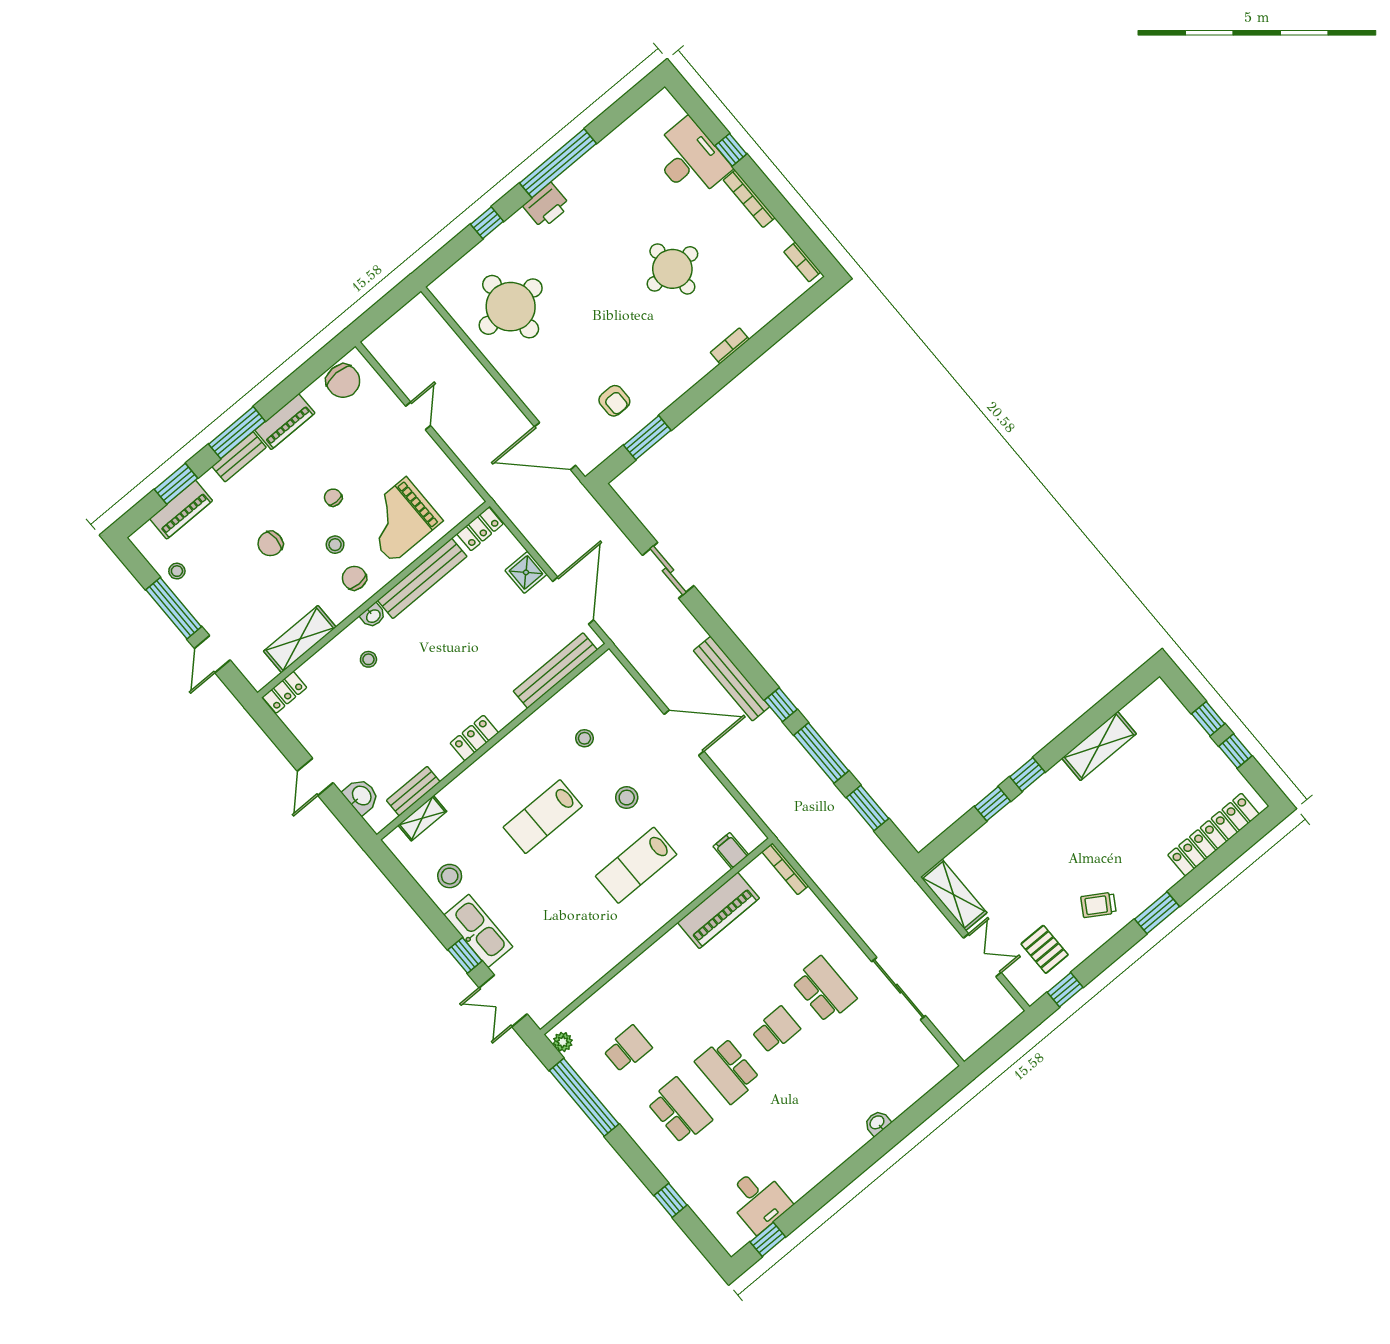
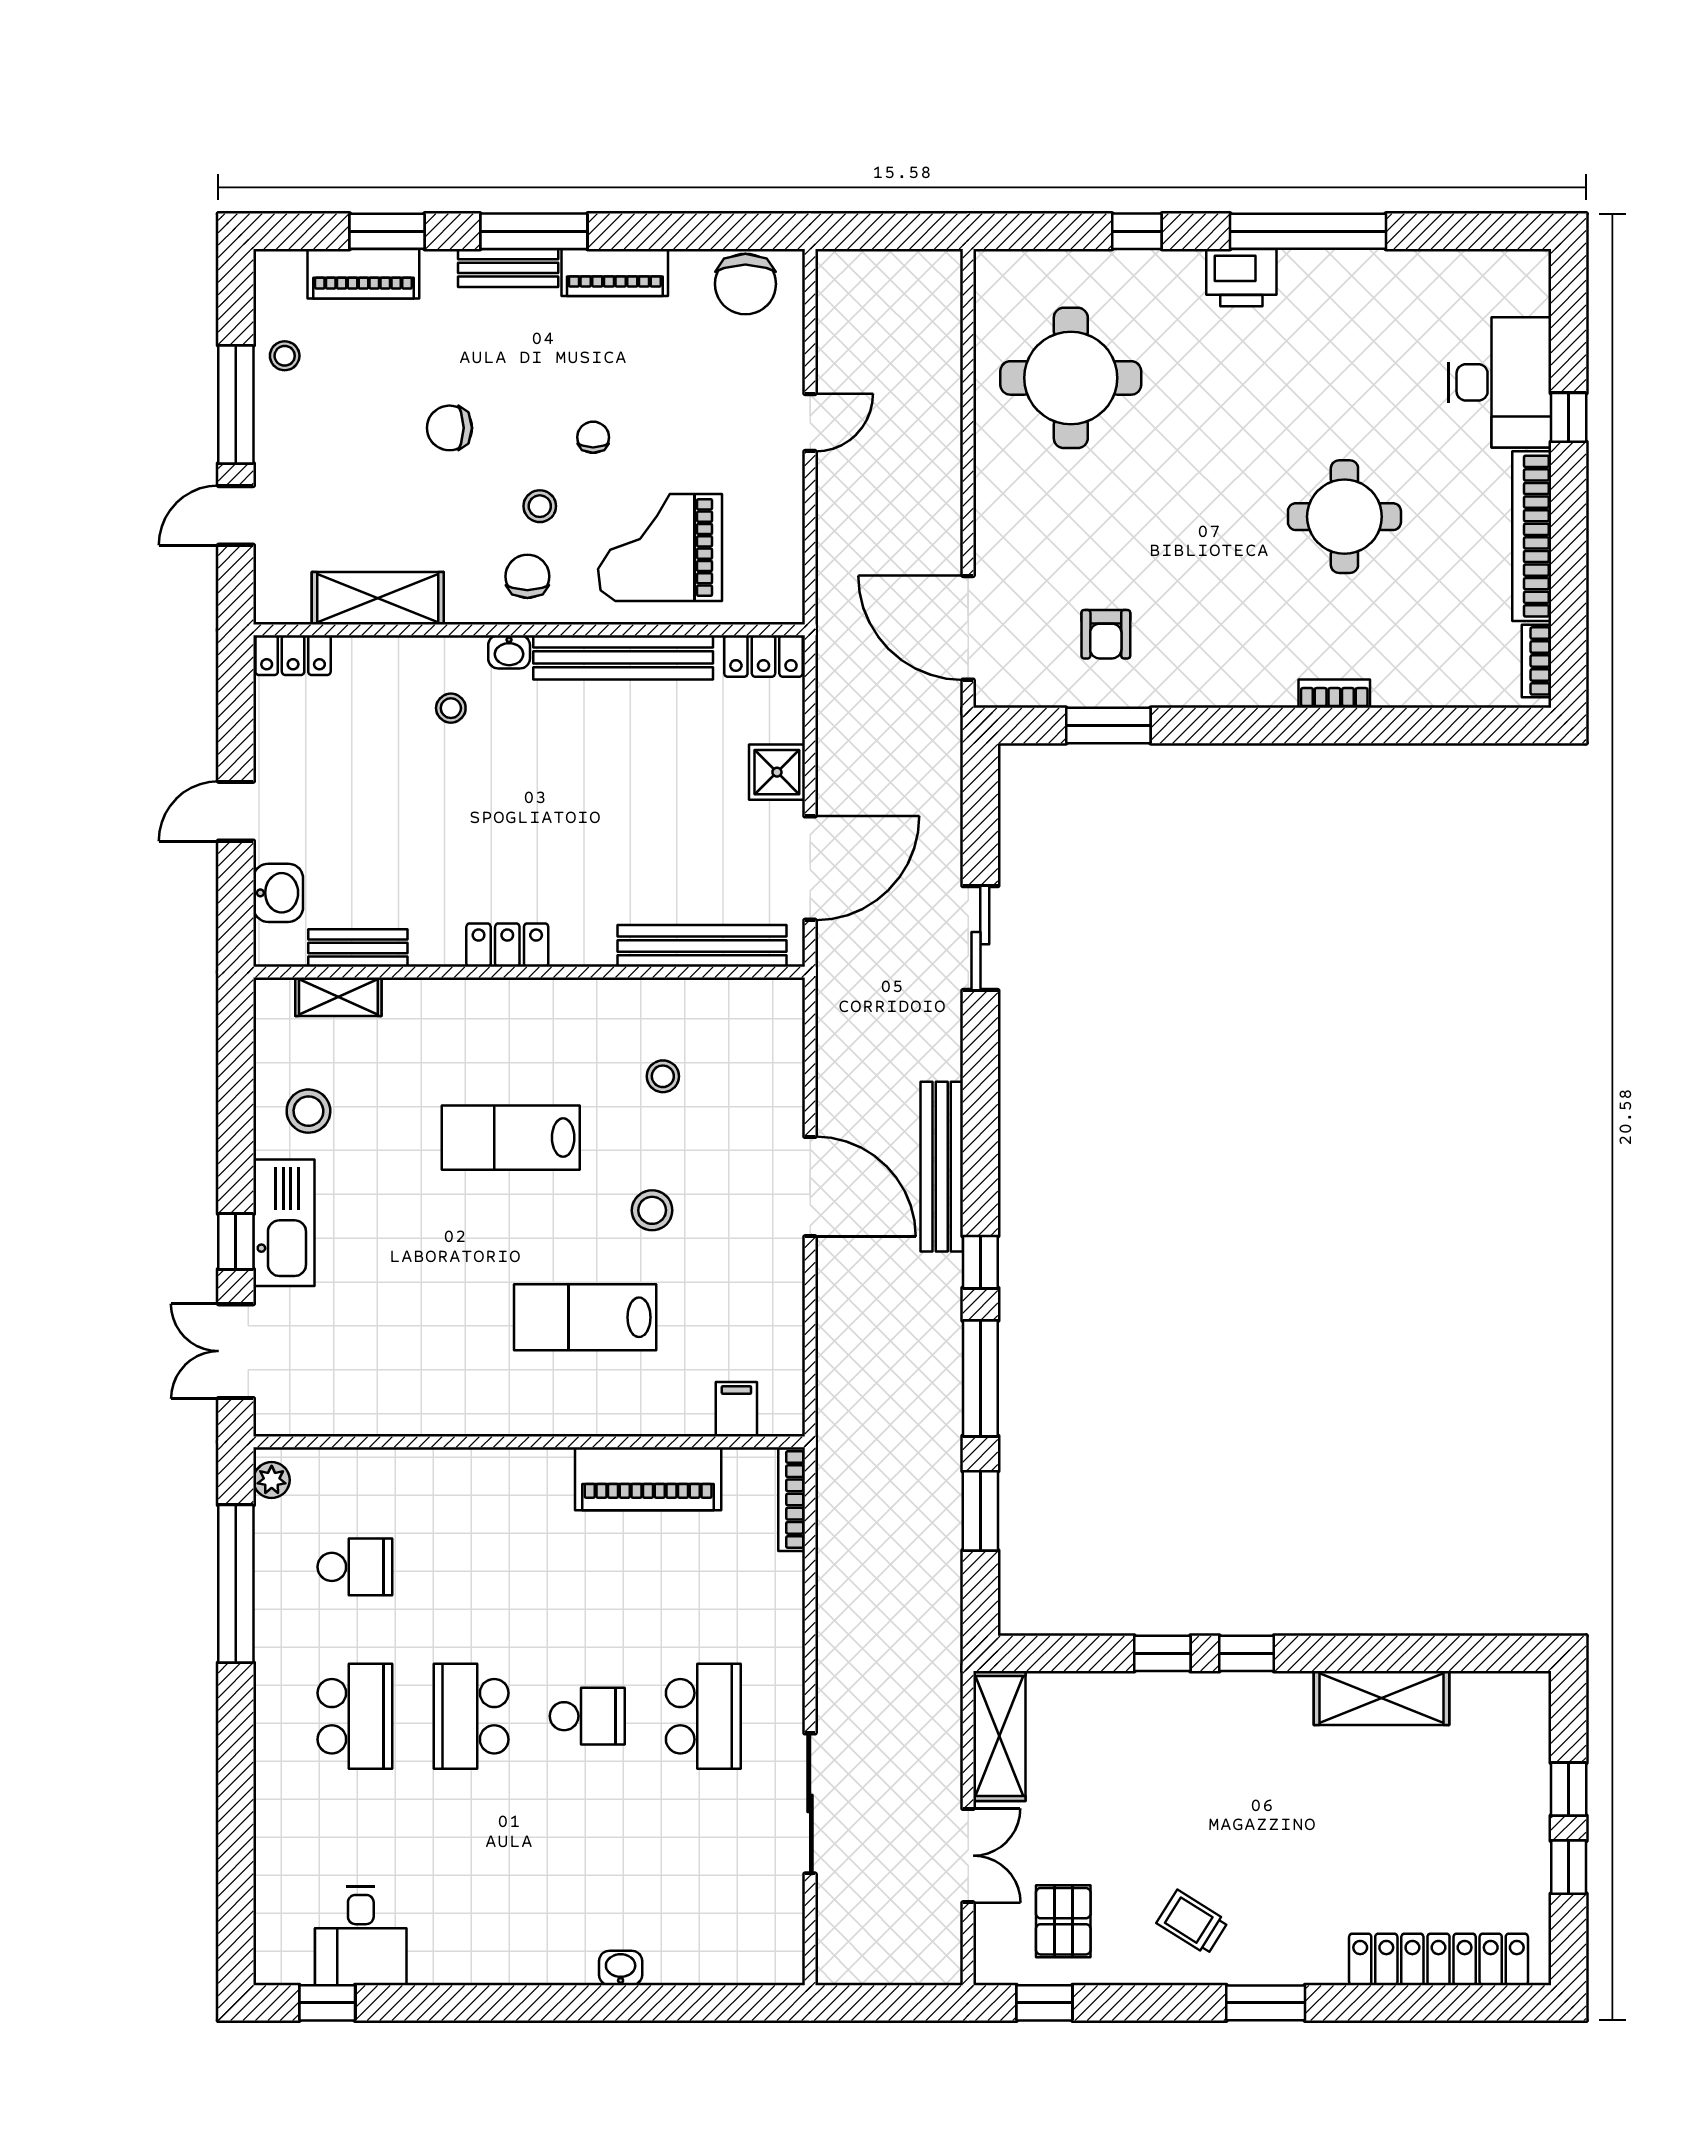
bookcase: (749, 199) -> (1532, 536), width x1.48, depth x1.31
window: (670, 1200) -> (236, 1832), removed

